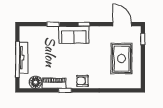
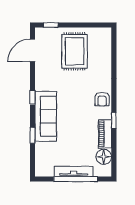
sofa: (74, 35) -> (46, 116), width x1.36
rug: (121, 58) -> (75, 51), turned 90

